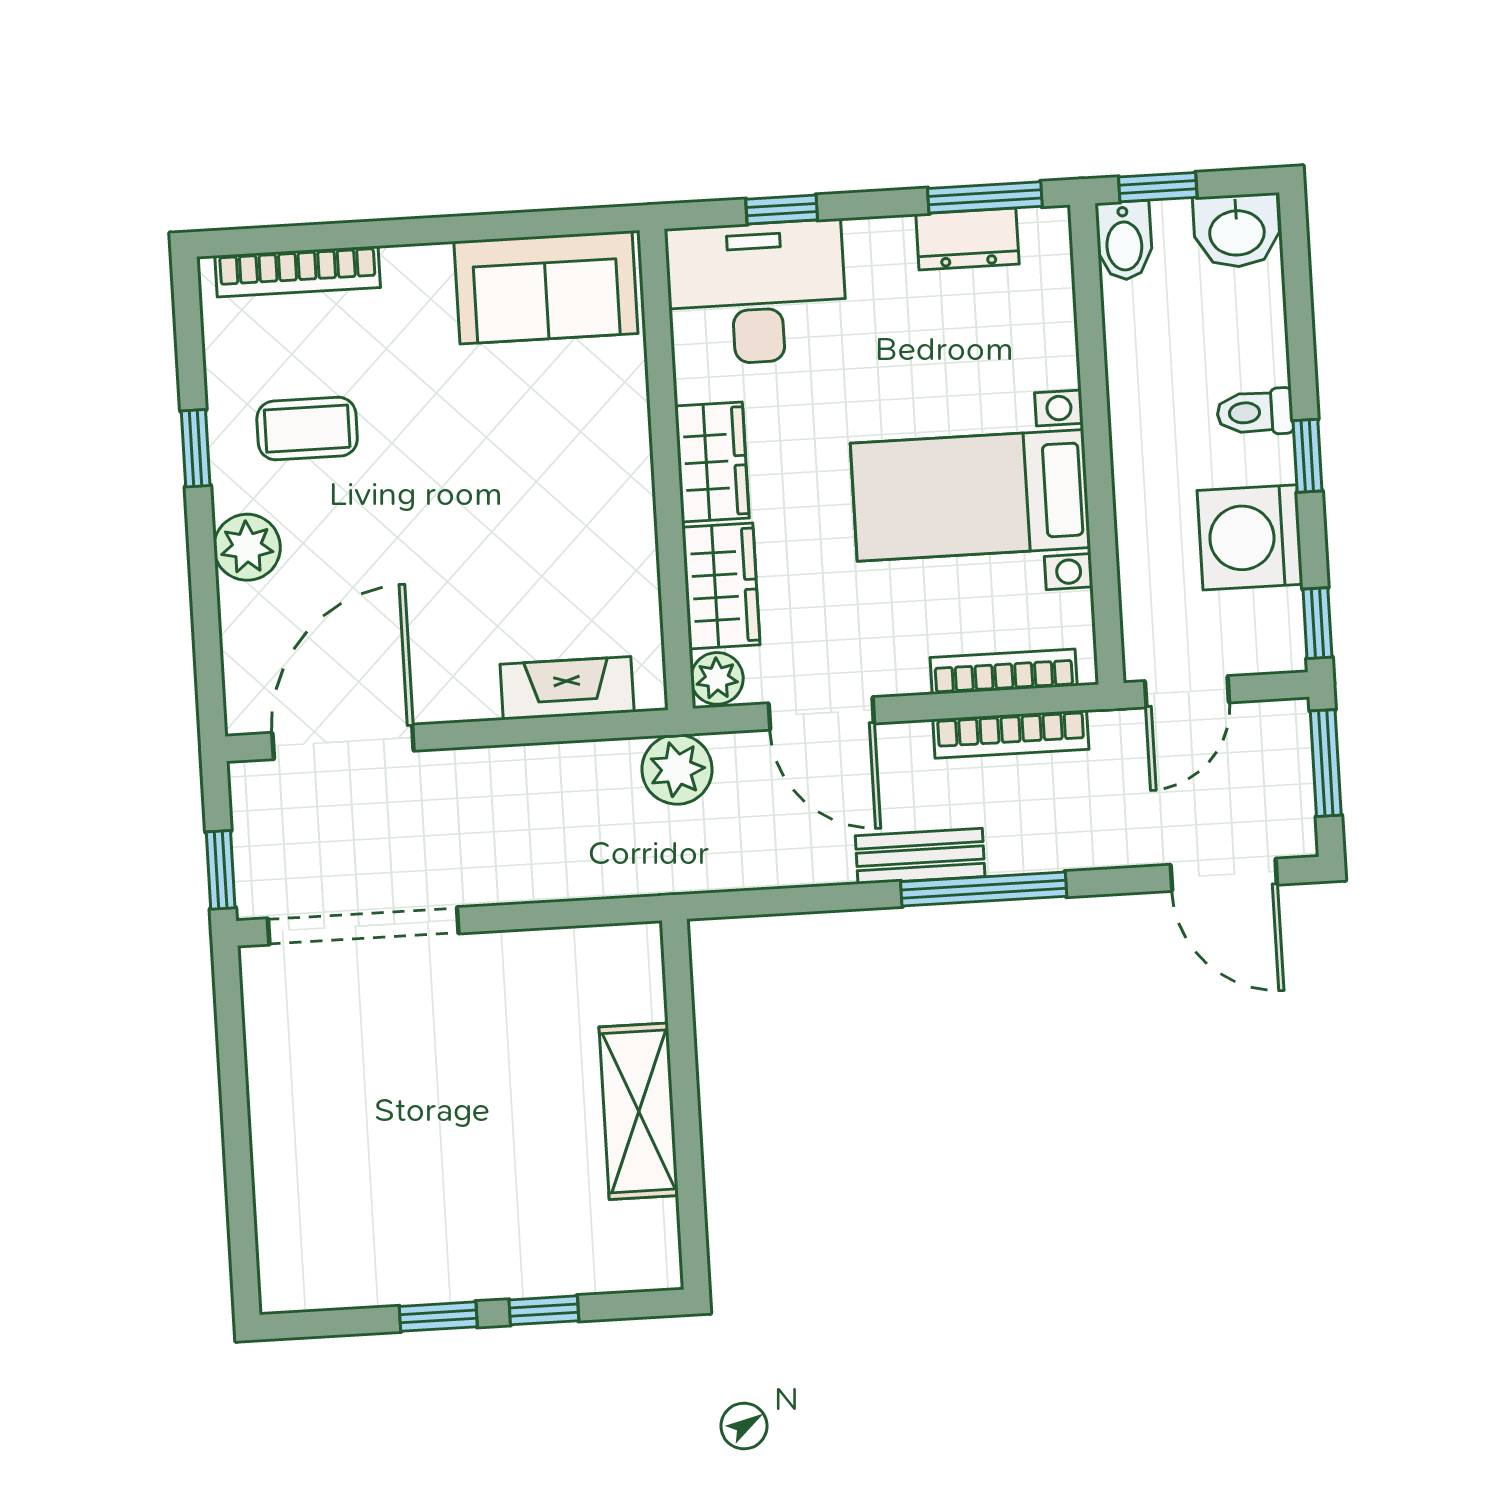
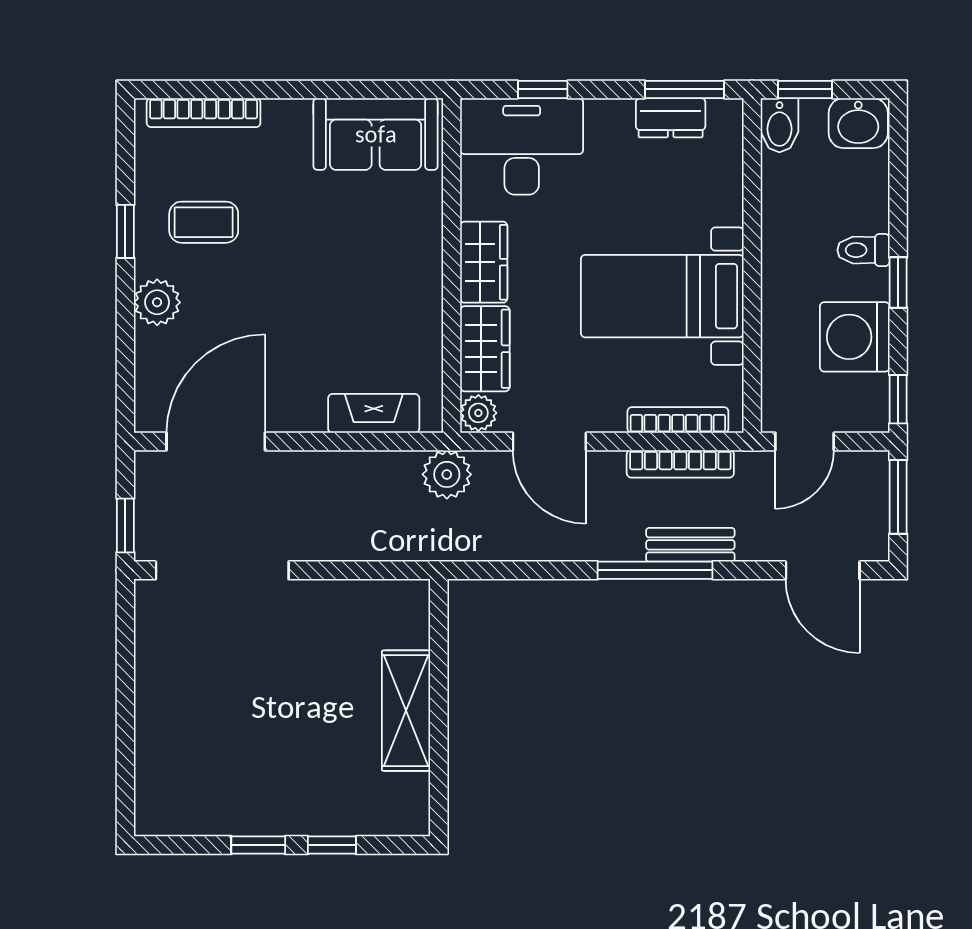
bench: (920, 856) -> (690, 545), moved

